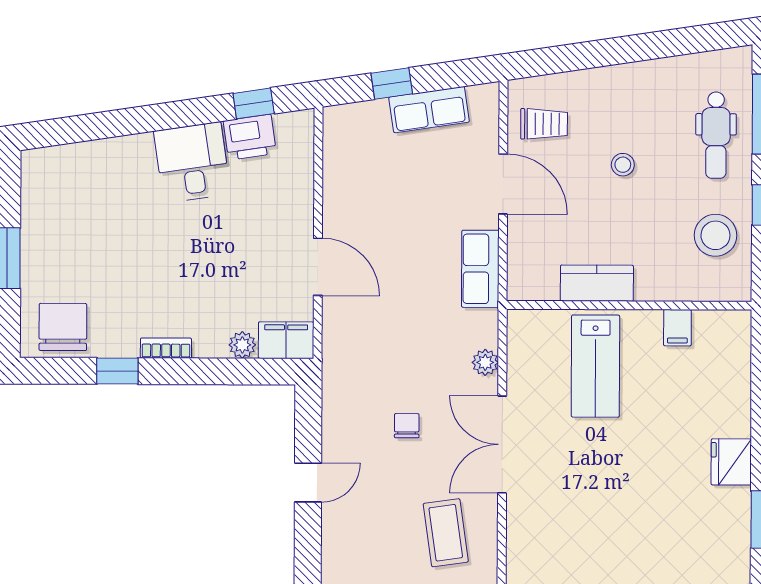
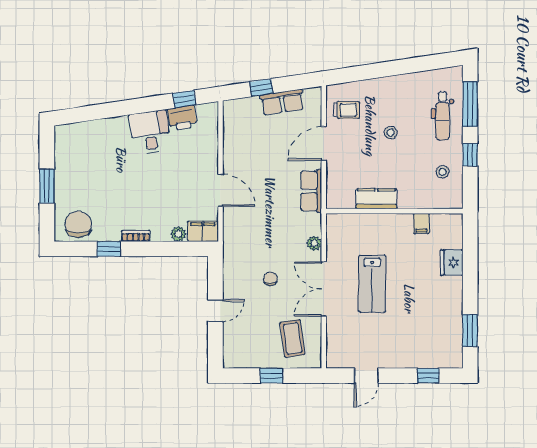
door: (503, 184) -> (324, 144), swing flipped
stool: (715, 235) -> (442, 172), width x0.53, depth x0.53
lab bench: (595, 366) -> (372, 284), moved
fridge: (731, 462) -> (452, 262), moved

